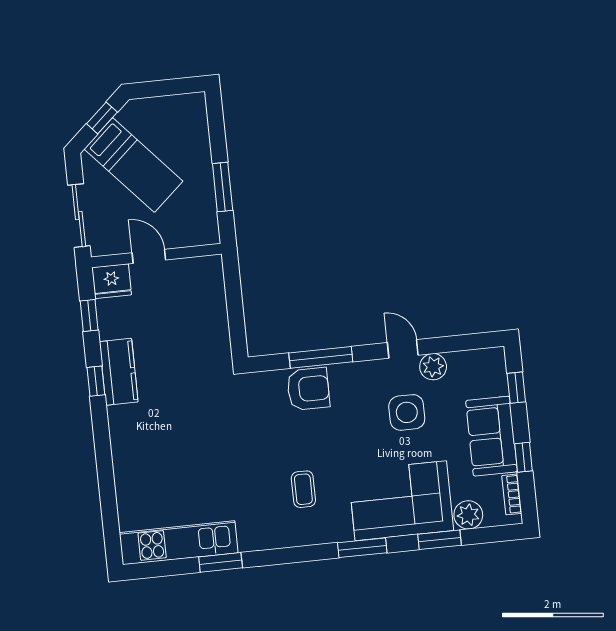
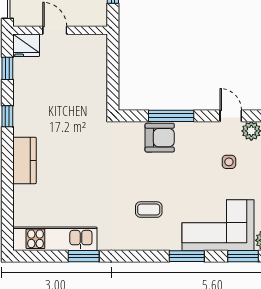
kitchen counter: (119, 372) -> (24, 160), moved
side table: (407, 412) -> (229, 162), width x0.54, depth x0.54
coffee table: (303, 489) -> (149, 210), turned 90

